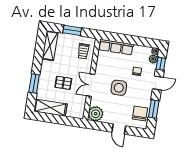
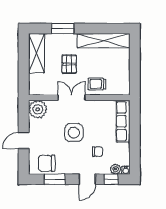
window: (72, 30) -> (135, 65), removed
shelving: (50, 46) -> (104, 41), width x1.47
trolley: (83, 51) -> (97, 84), moved
door: (158, 83) -> (87, 179), hinge flipped
chair: (140, 113) -> (47, 163), turned 180

